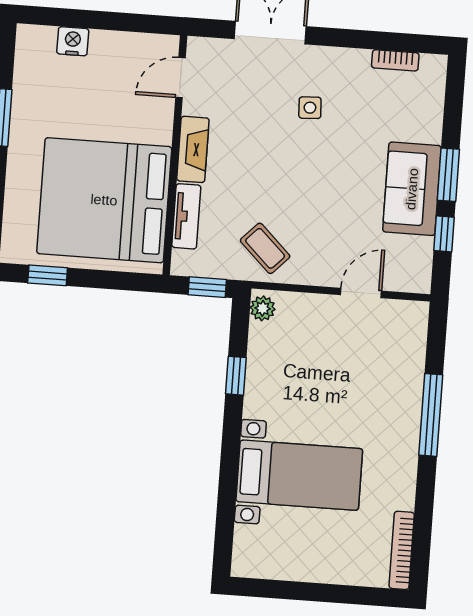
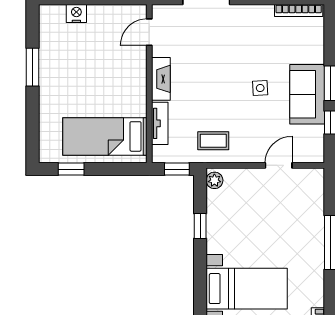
bookcase: (395, 60) -> (299, 10), width x1.56
side table: (310, 108) -> (260, 88), moved
bed: (104, 200) -> (105, 136), width x0.49
coffee table: (265, 248) -> (213, 141), turned -44

